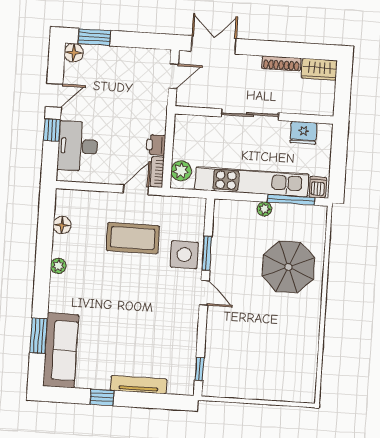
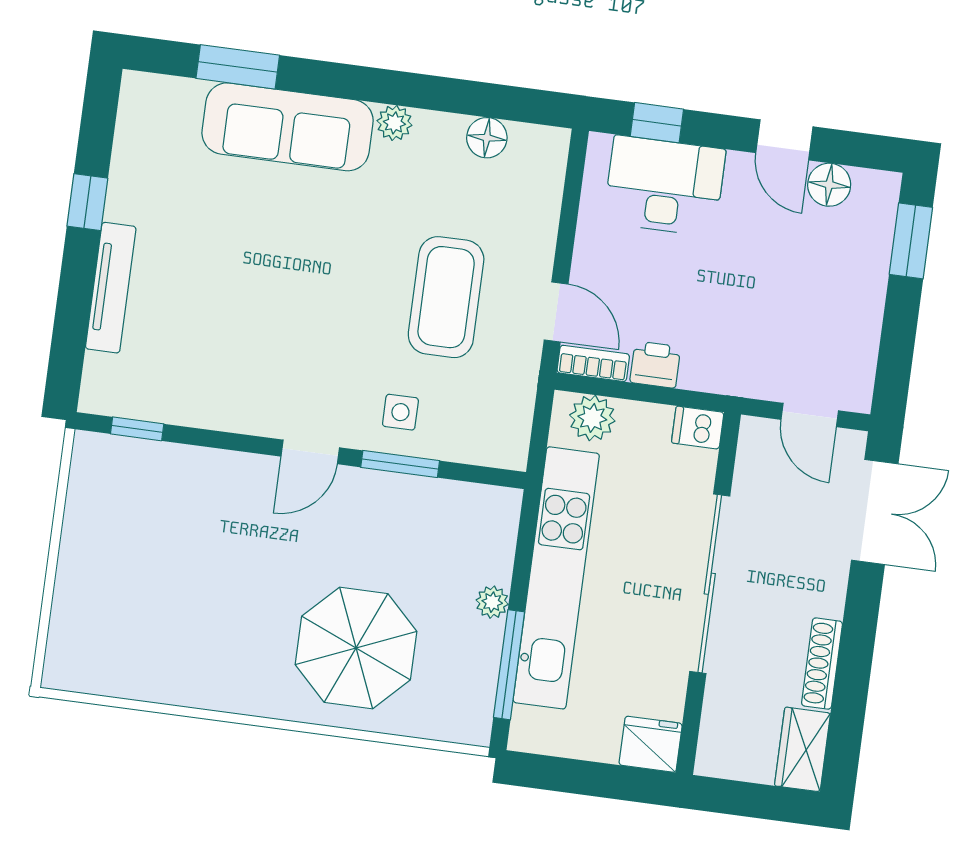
floor lamp: (74, 53) -> (829, 185), moved
sliding door: (250, 115) -> (710, 584), width x1.36
window: (52, 130) -> (657, 123), moved
fridge: (303, 133) -> (651, 744), moved, turned 90
dishwasher: (318, 187) -> (698, 428), moved, turned 180
side table: (184, 255) -> (400, 412), width x0.54, depth x0.54
sofa: (61, 350) -> (288, 127), moved

